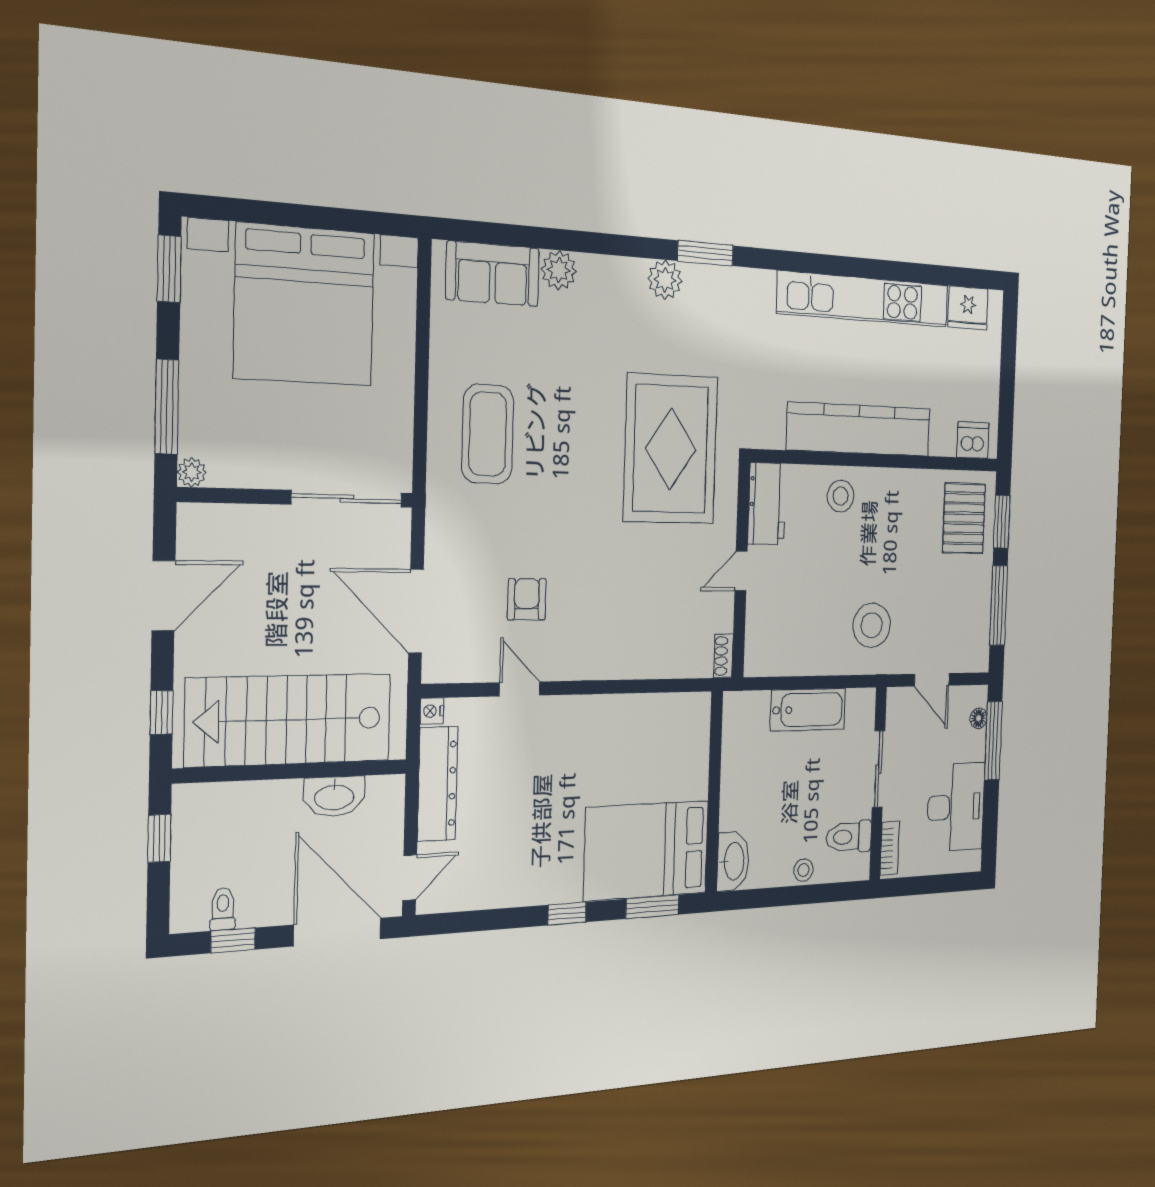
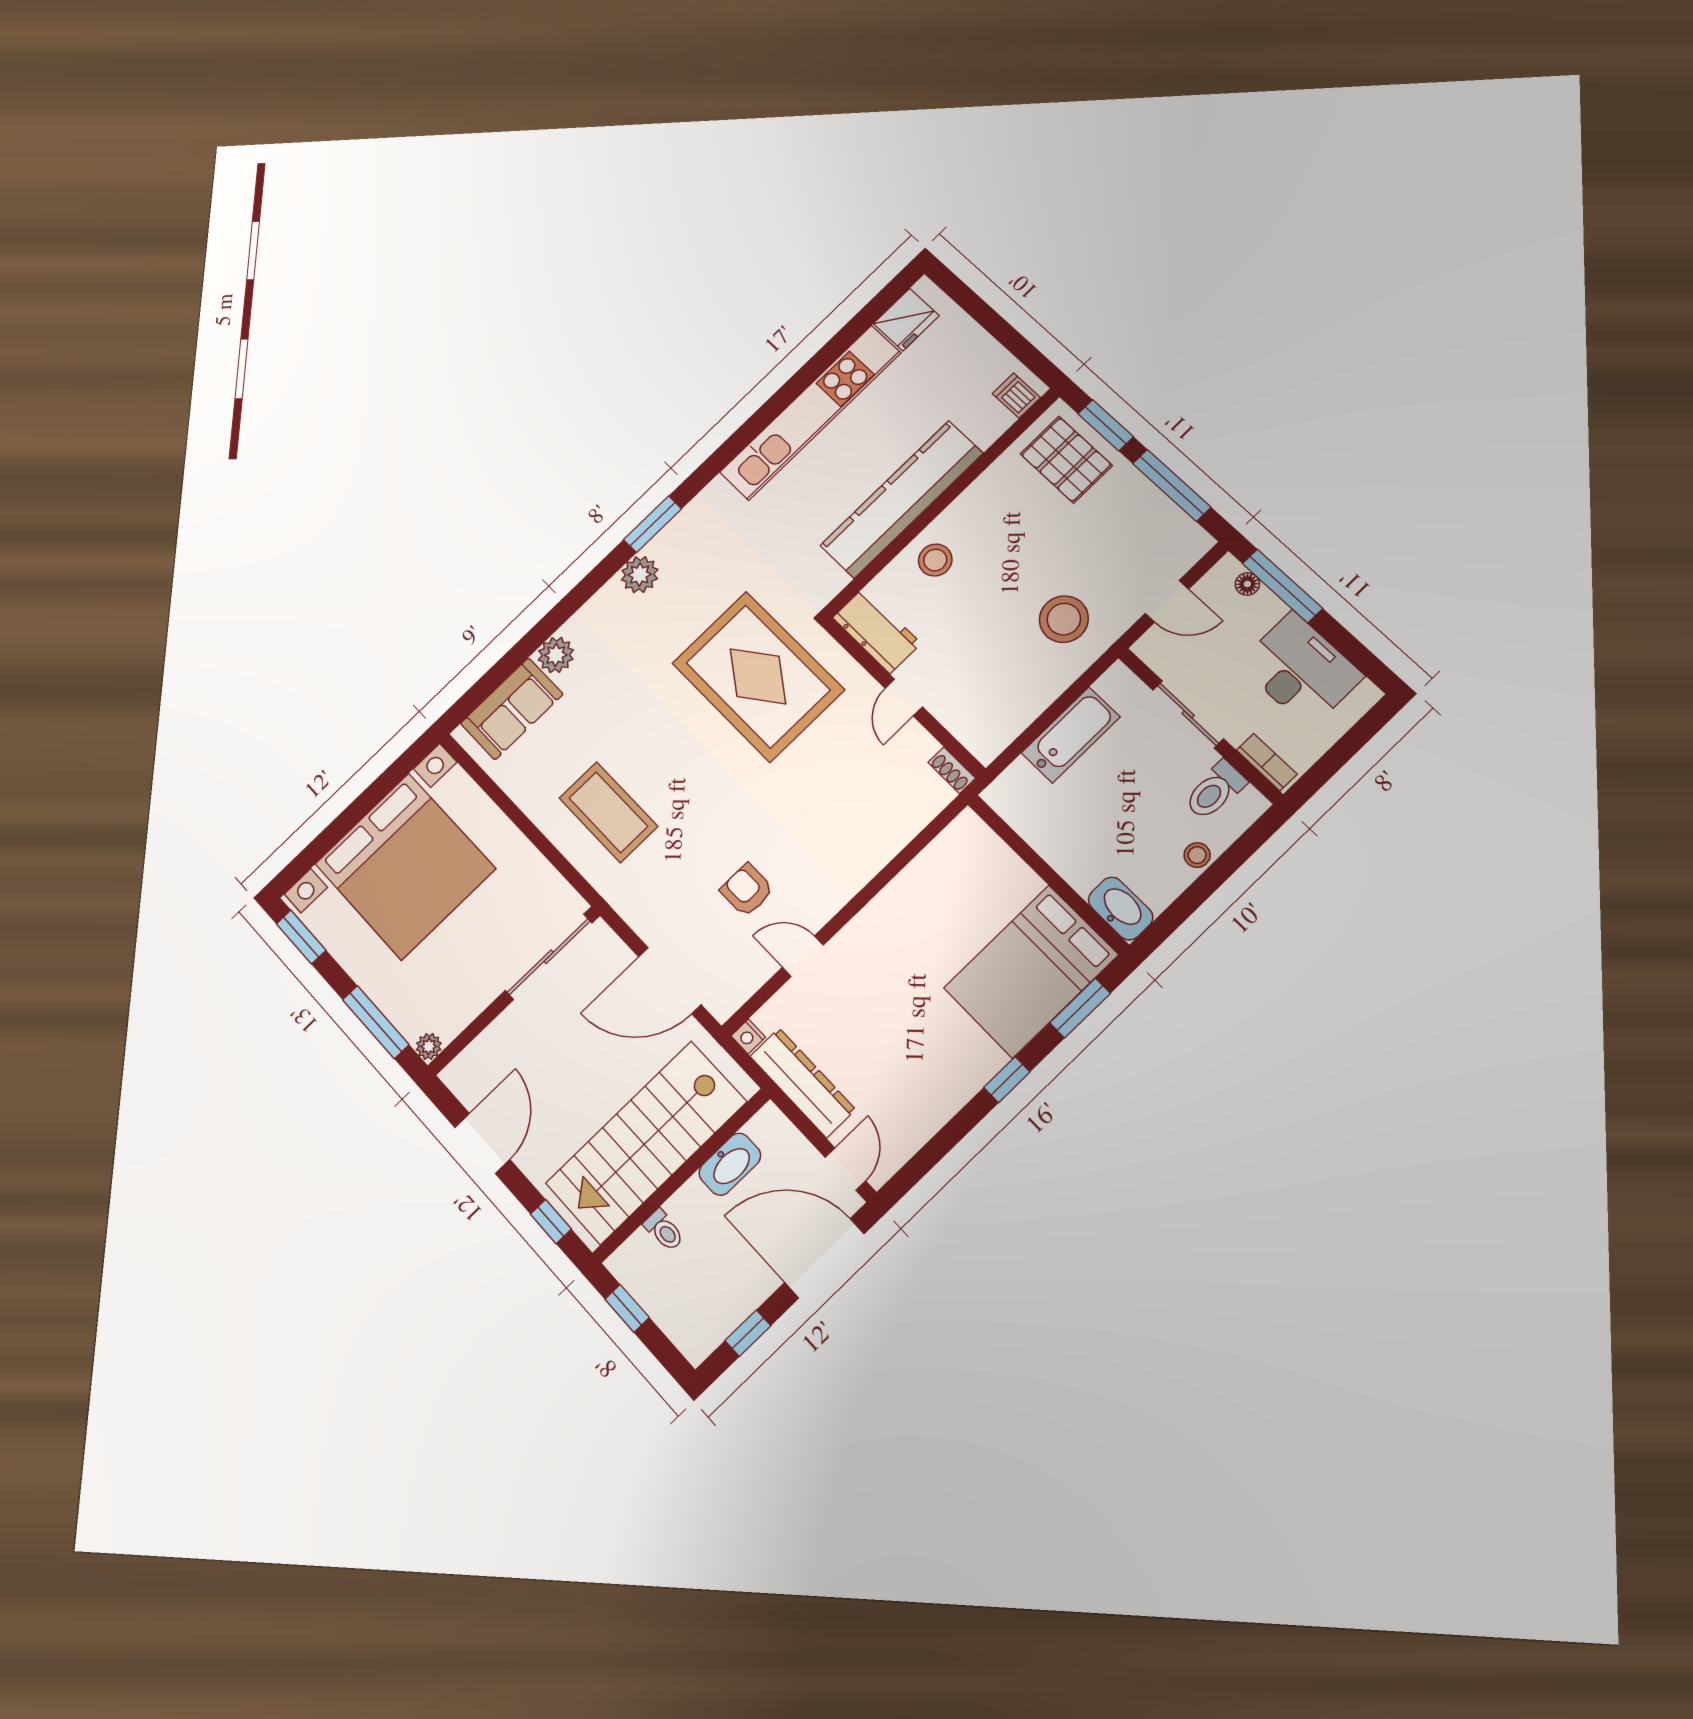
dishwasher: (973, 440) -> (1016, 396), width x0.73
toilet: (223, 909) -> (664, 1230), moved, turned 180

